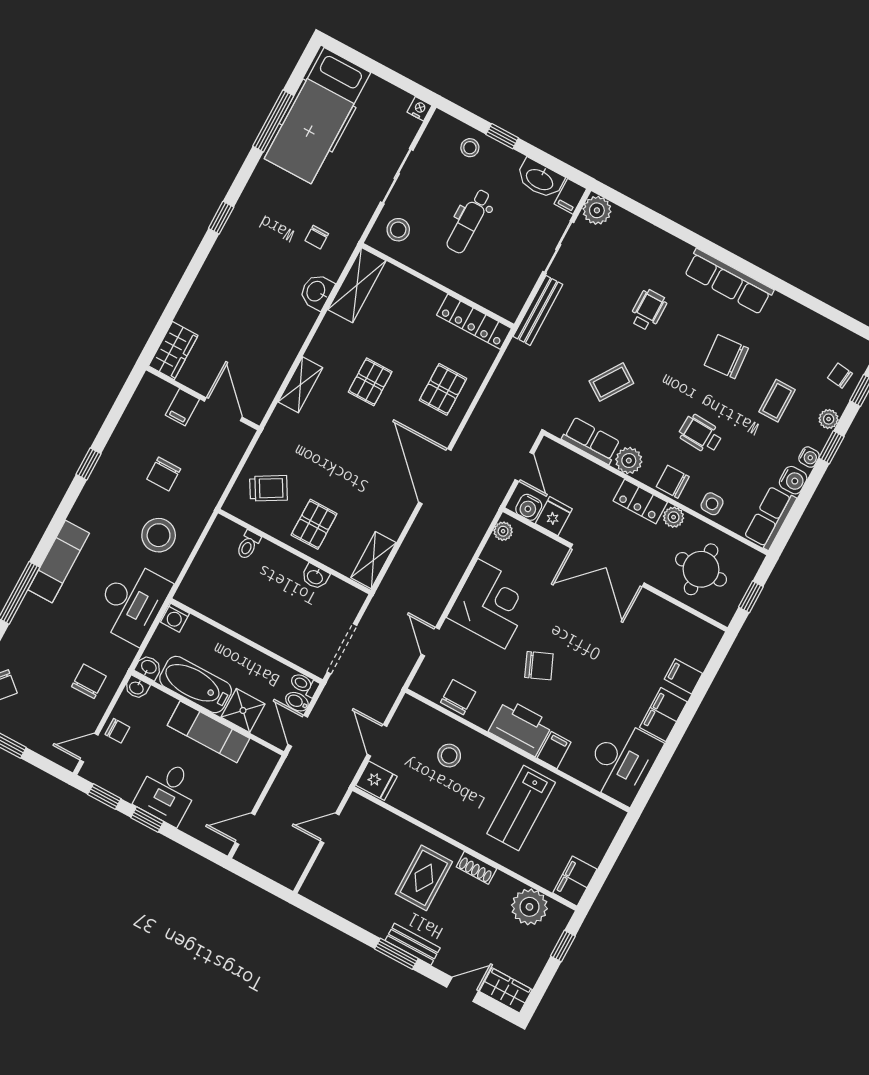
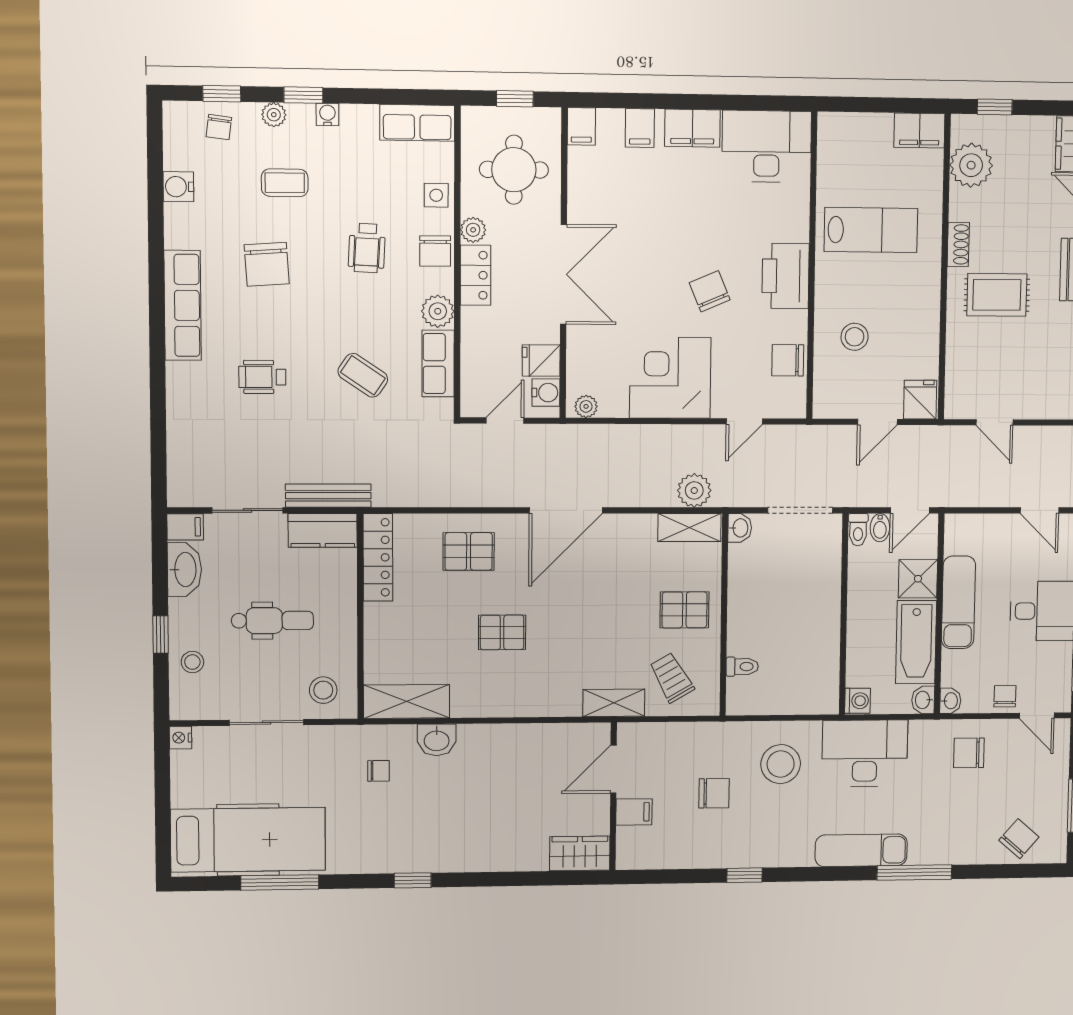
plant: (597, 210) -> (694, 490), moved
kitchen counter: (515, 293) -> (323, 530), added
shelving: (300, 385) -> (614, 703), moved
water cooler: (793, 480) -> (178, 187), moved, turned -90
washbasin: (315, 577) -> (740, 528), moved
filing cabinet: (554, 750) -> (581, 126), moved, turned -90

